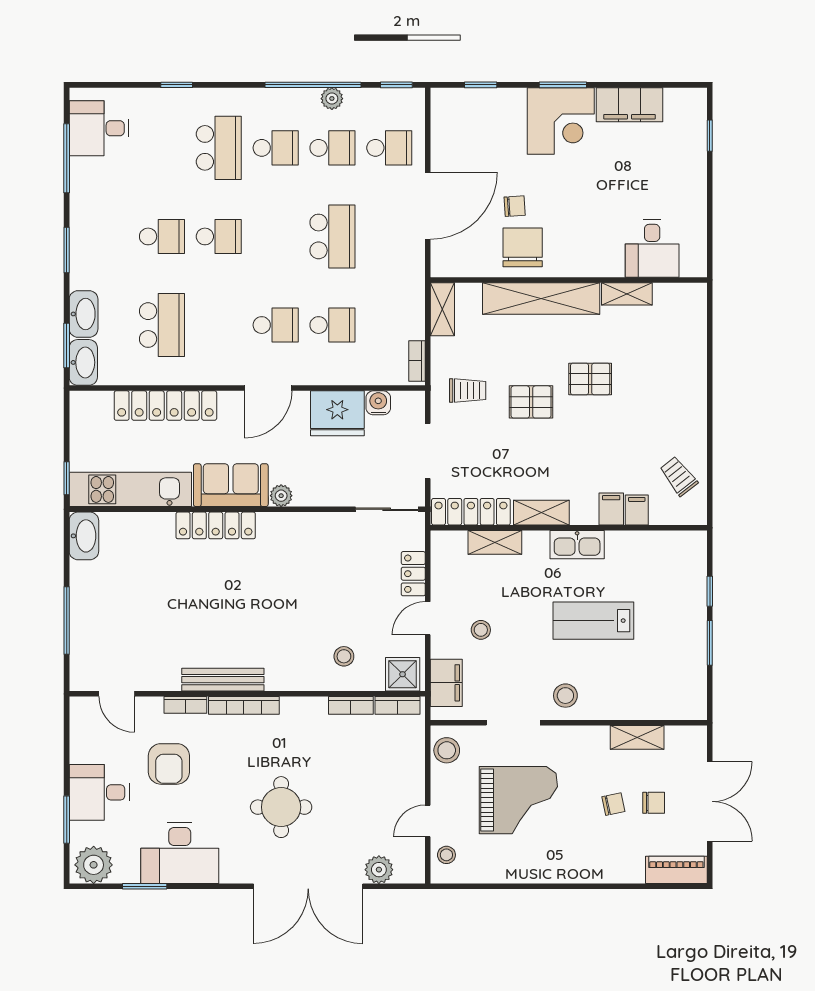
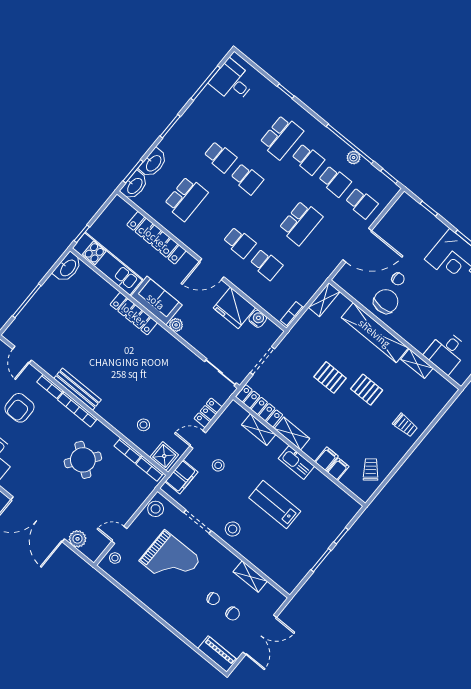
trolley: (468, 390) -> (405, 425), moved
round table: (281, 807) -> (83, 460), moved, turned 38

